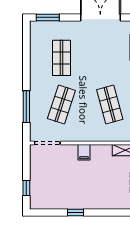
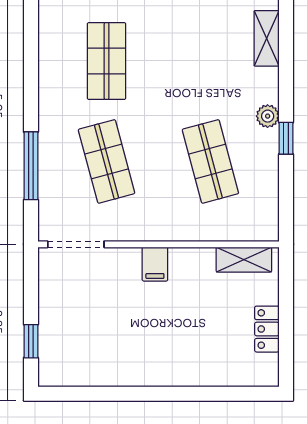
shop shelf: (61, 105) -> (107, 161), turned -33
window: (76, 212) -> (137, 394), removed

